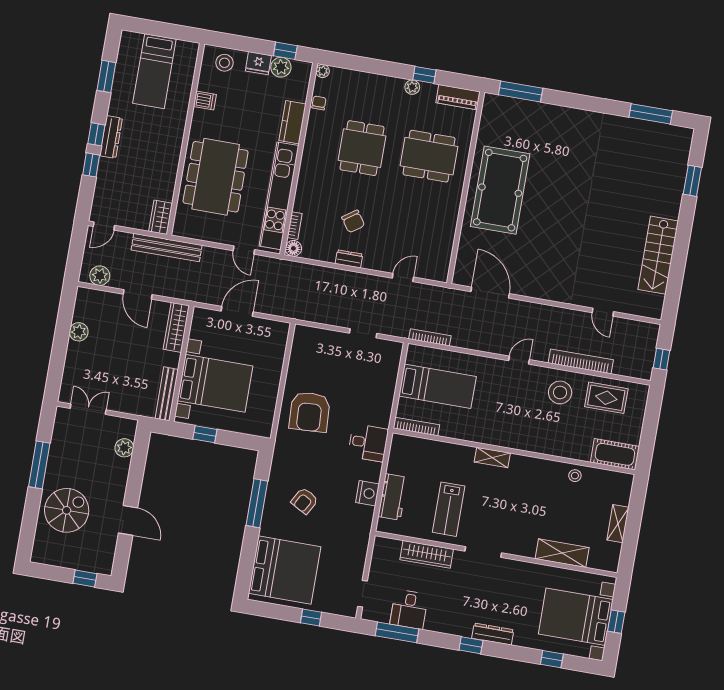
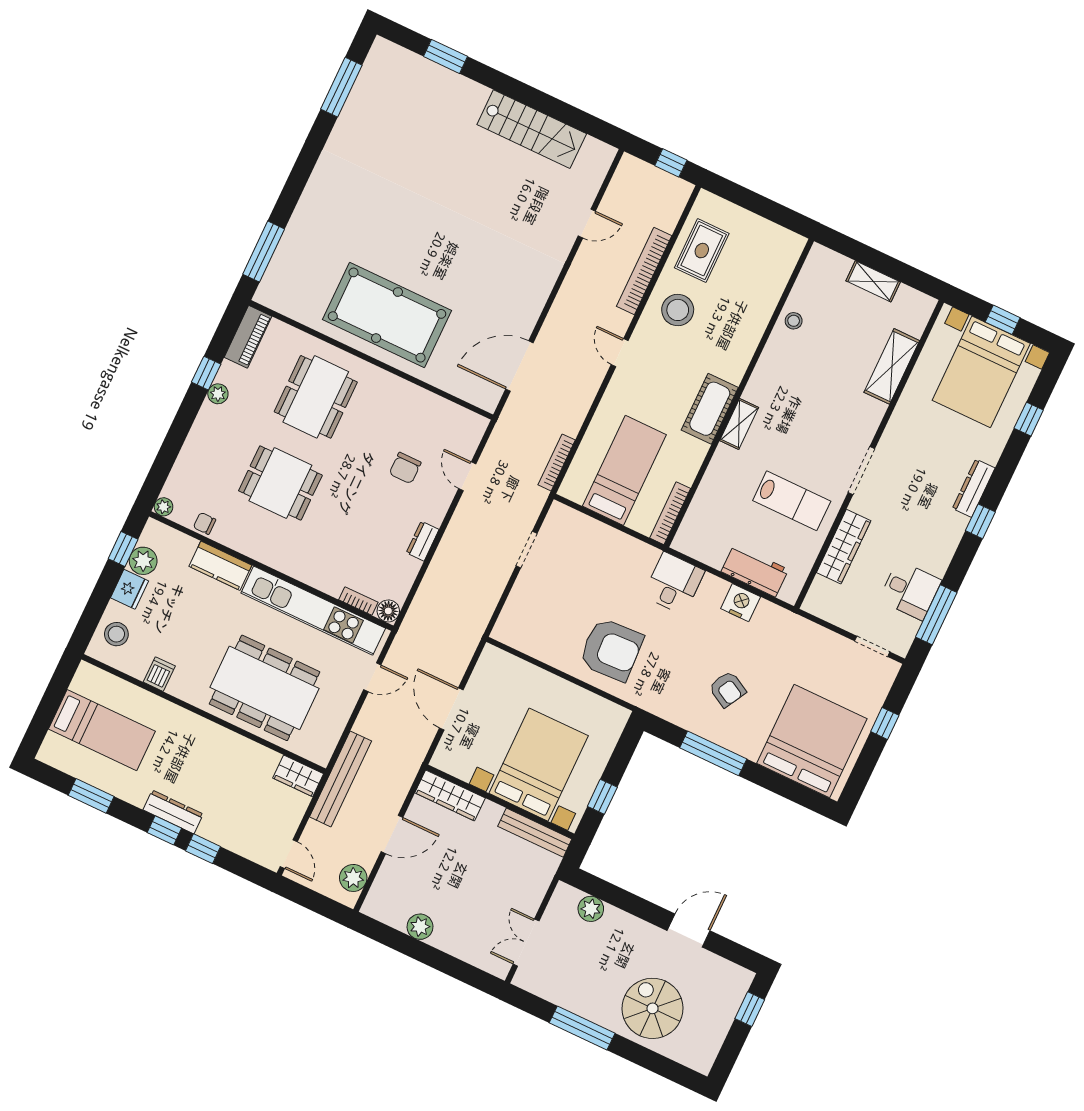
chair: (353, 221) -> (405, 468), moved, turned 125
cot: (615, 454) -> (710, 409), moved

